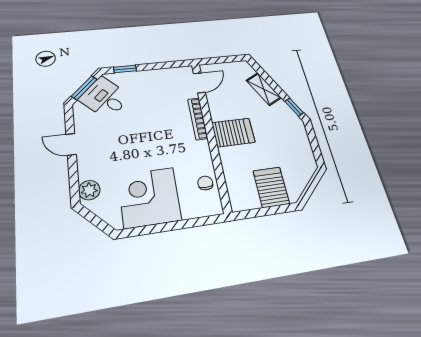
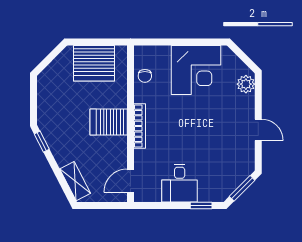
shelving: (264, 89) -> (75, 181), moved
desk: (105, 98) -> (180, 183), moved, turned 45
bookcase: (198, 119) -> (140, 126), moved
server rack: (271, 187) -> (94, 63), width x1.60

